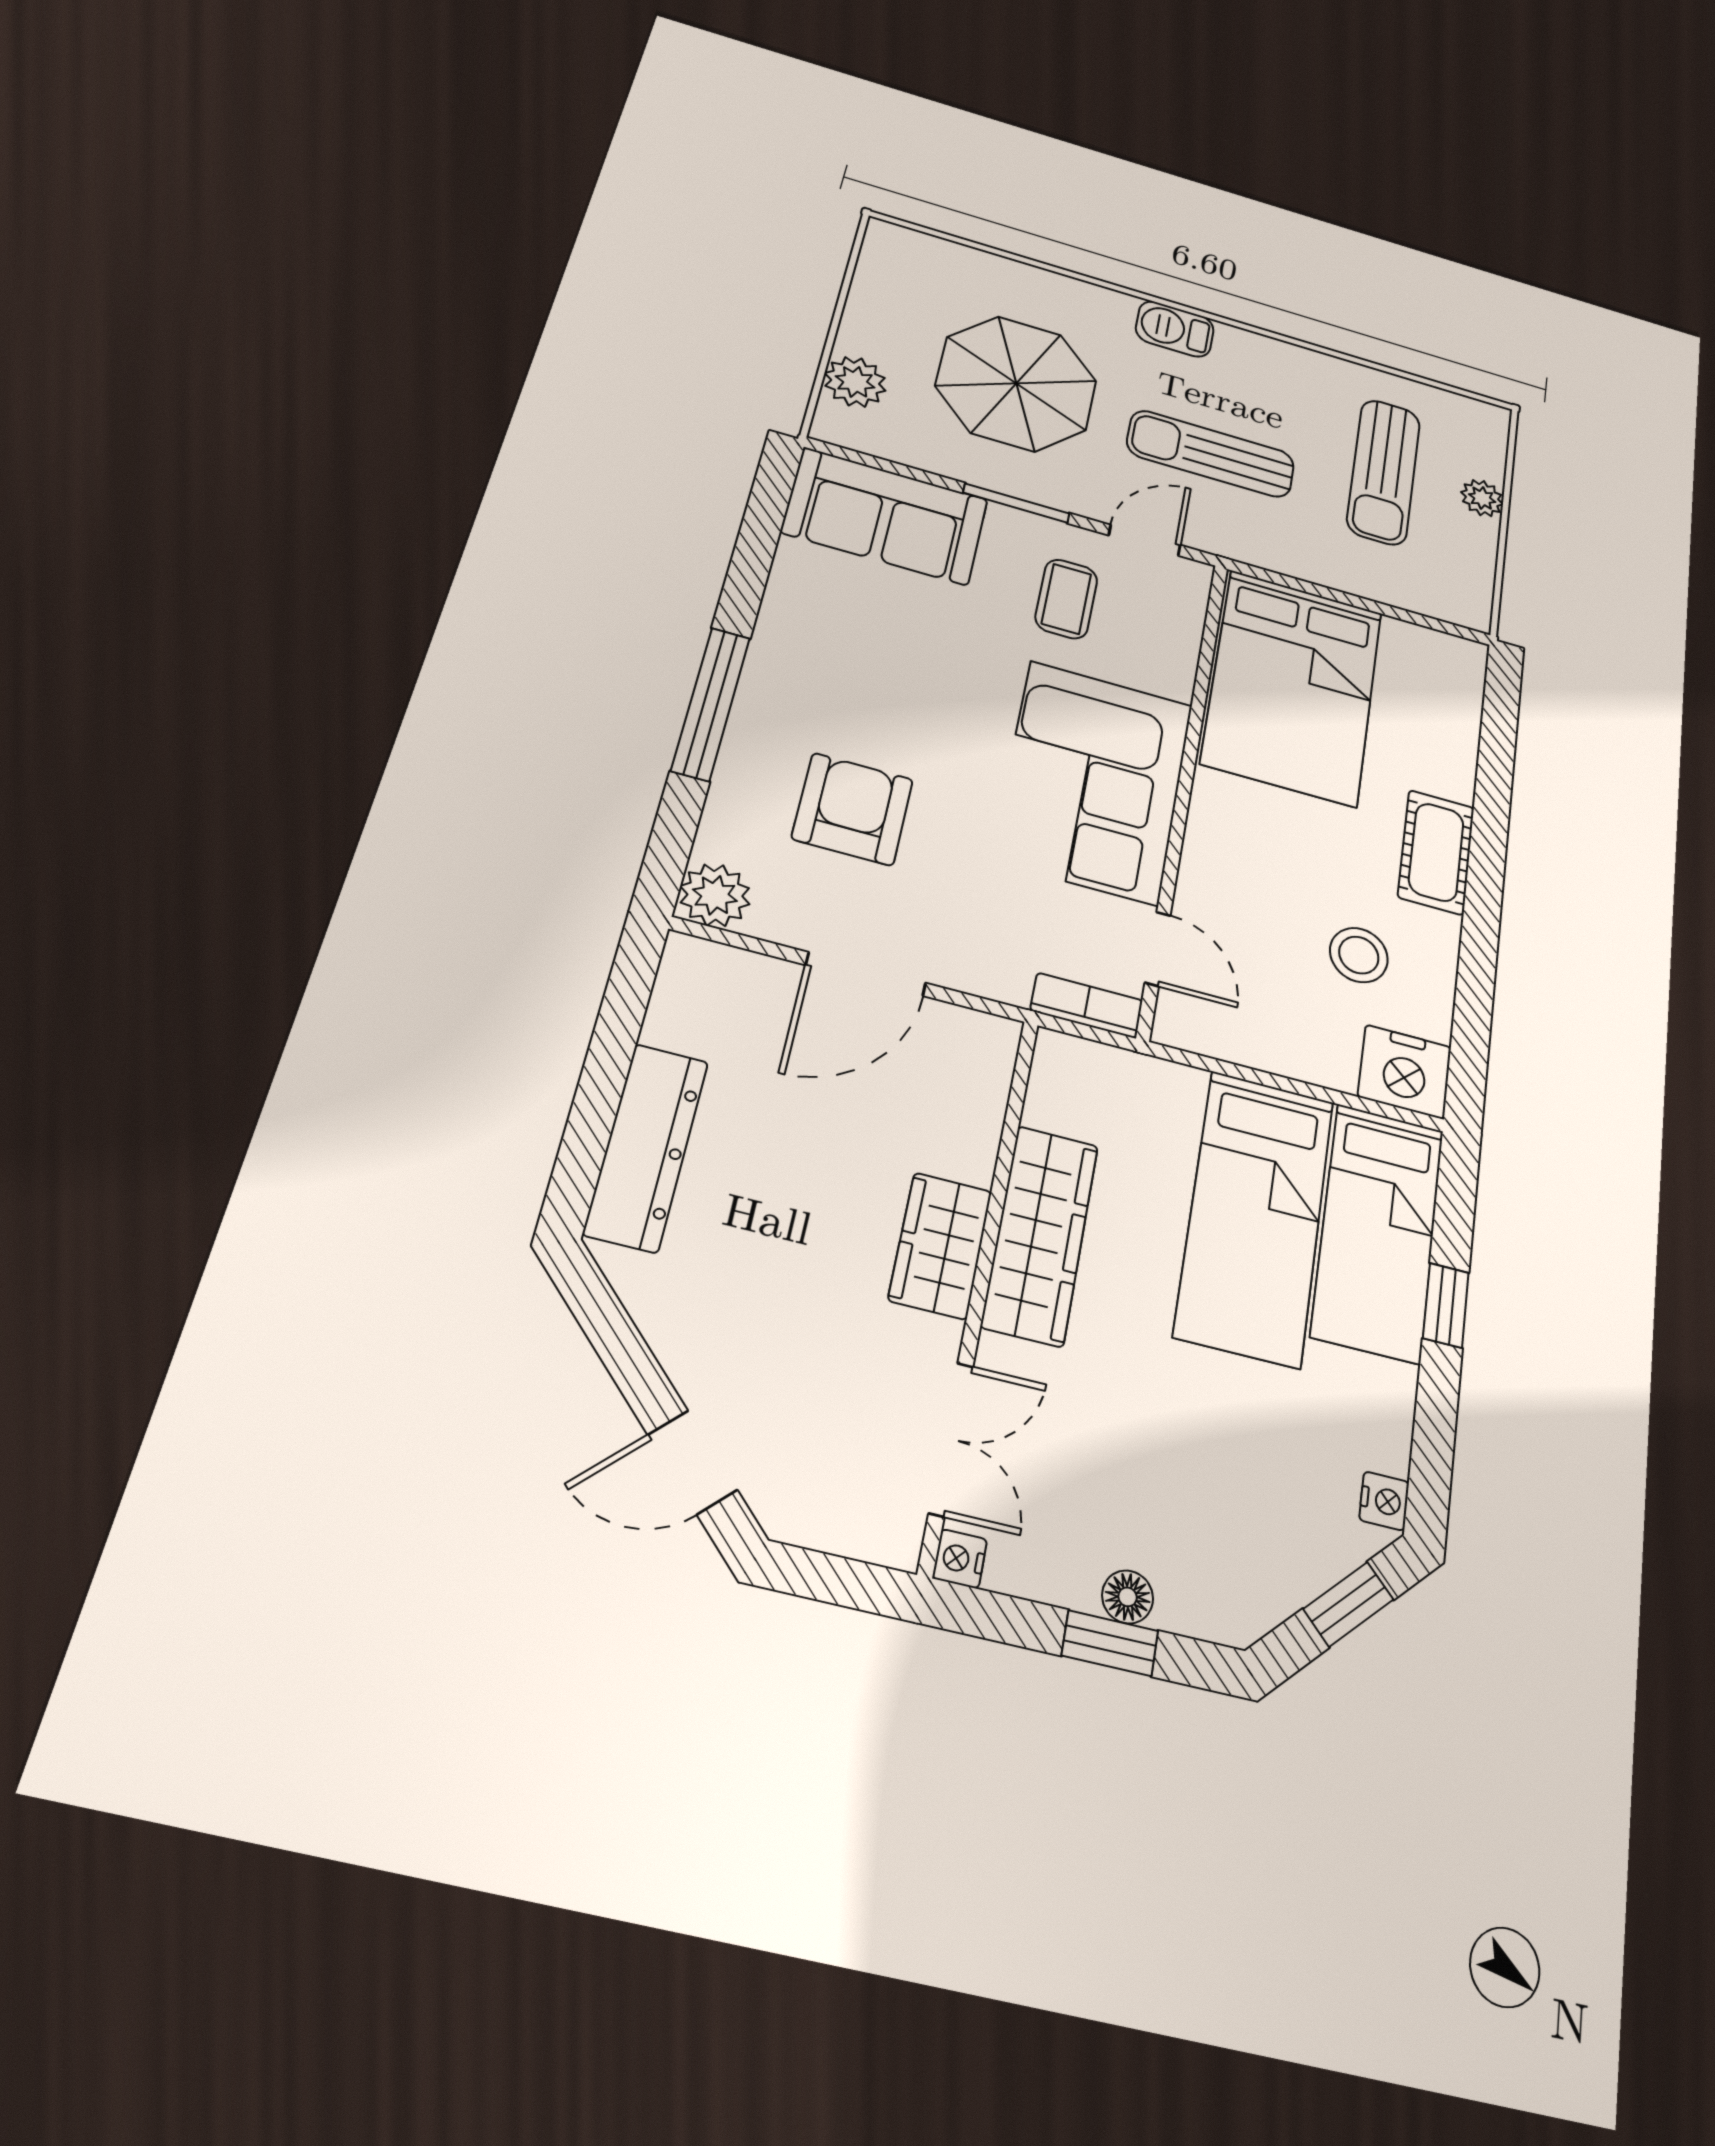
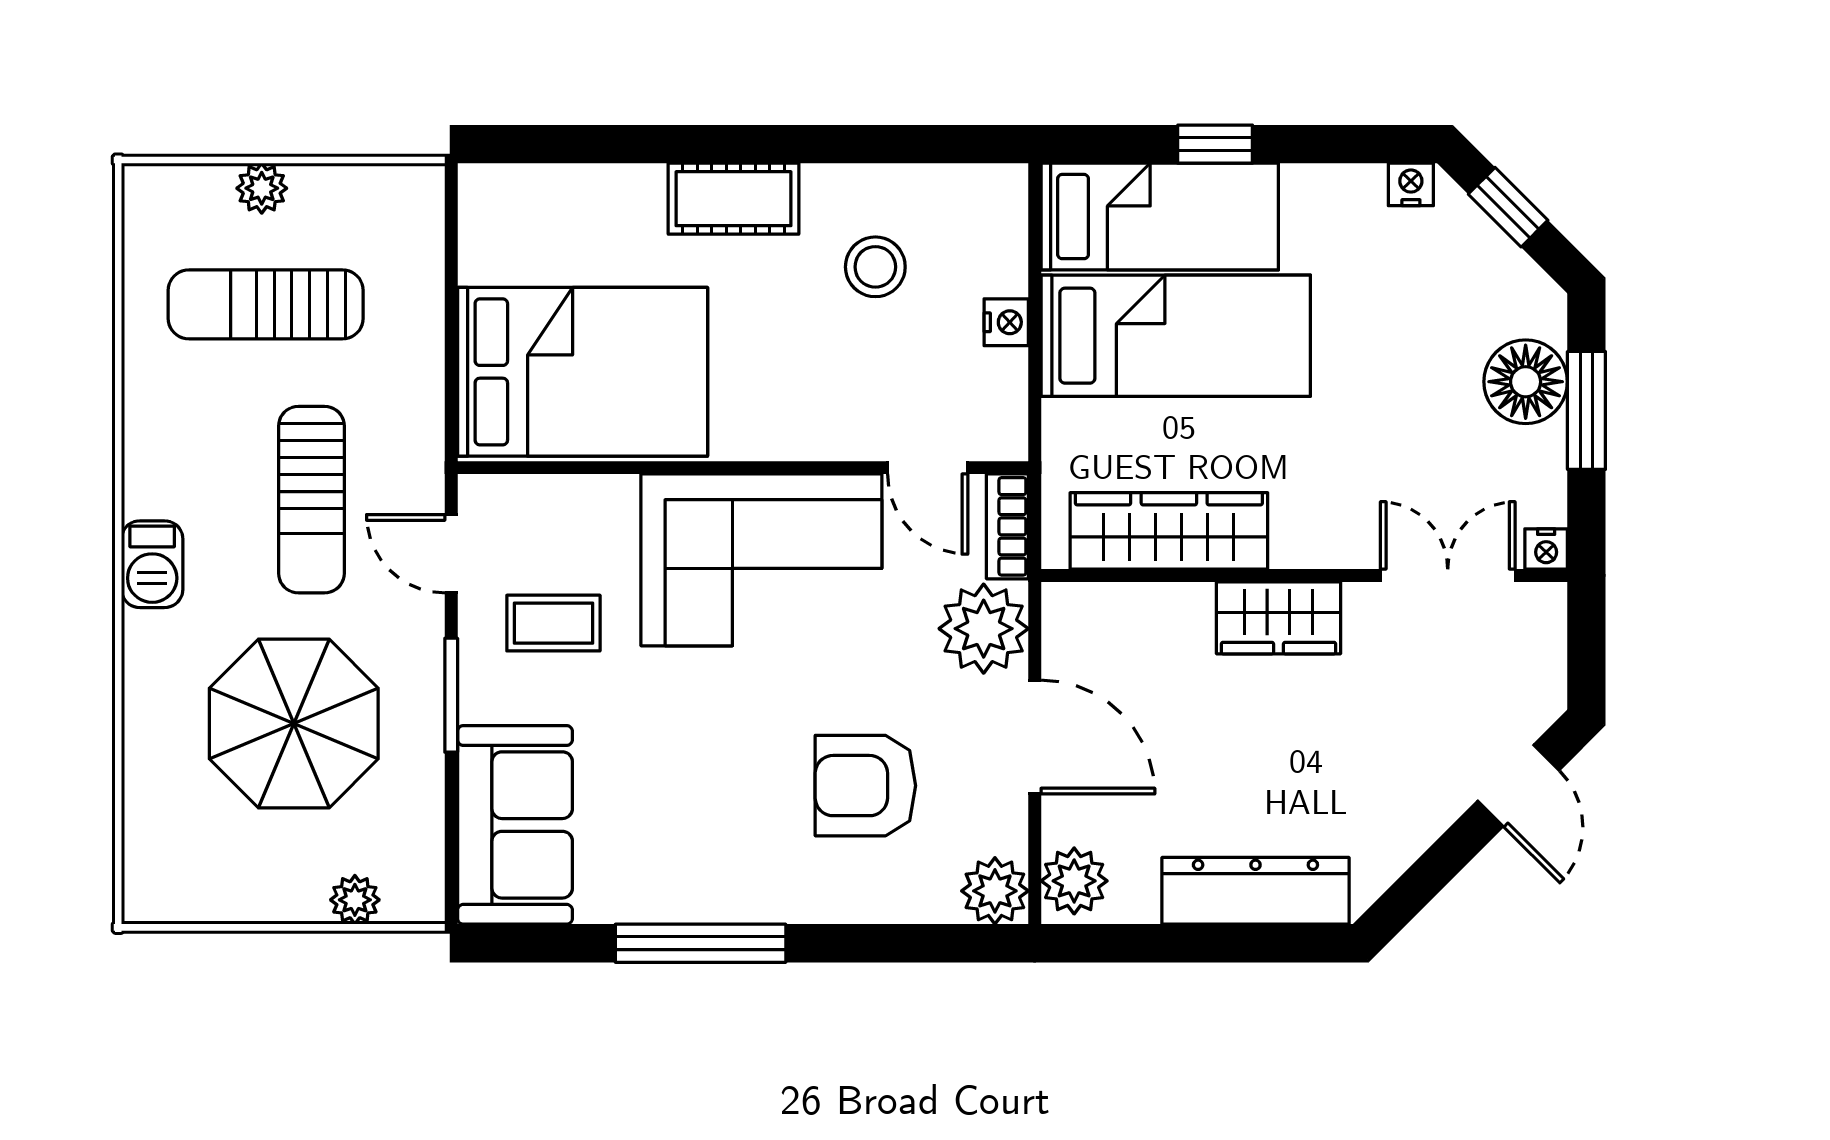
plant: (855, 382) -> (355, 900), width x0.73, depth x0.73
sun lounger: (1384, 472) -> (266, 304), turned 180
window: (711, 704) -> (701, 943), moved
door: (1158, 949) -> (928, 468), swing flipped
plant: (987, 956) -> (984, 629), added
plant: (705, 971) -> (1074, 881), added
nightstand: (1405, 1072) -> (1006, 322), moved, width x0.53, depth x0.56
wardrobe: (1040, 1235) -> (1169, 531), moved
floor lamp: (1128, 1597) -> (1526, 382), width x1.89, depth x1.89
window: (1110, 1643) -> (1586, 410), width x1.50

